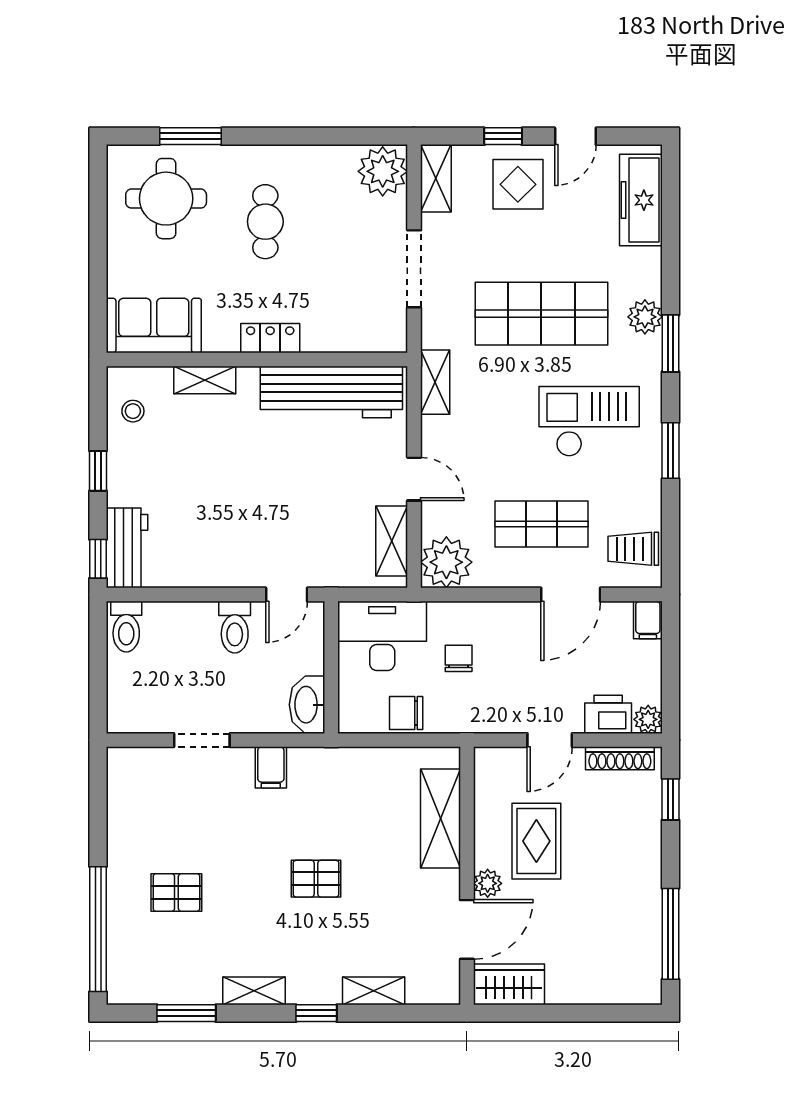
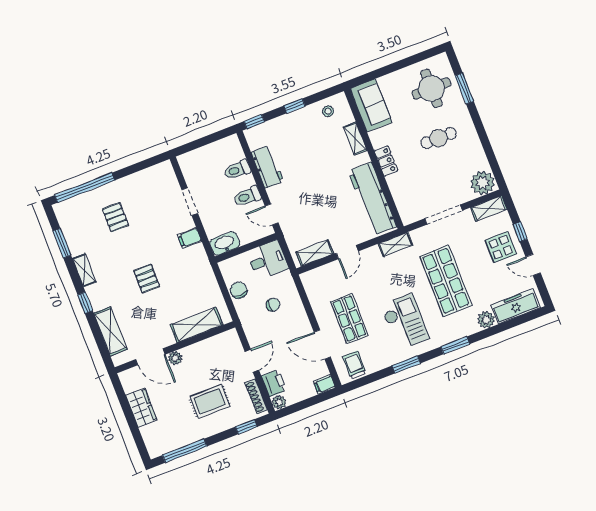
plant: (645, 317) -> (486, 320), moved
workbench: (127, 548) -> (267, 167), moved, turned -90
plant: (446, 562) -> (315, 282), removed
toilet: (126, 627) -> (237, 170), moved
desk: (382, 636) -> (268, 260), width x0.73
door: (550, 740) -> (252, 361), swing flipped
rug: (536, 841) -> (210, 401), moved
wardrobe: (509, 984) -> (141, 408), moved
shelving: (374, 991) -> (110, 331), width x1.50, depth x1.33

